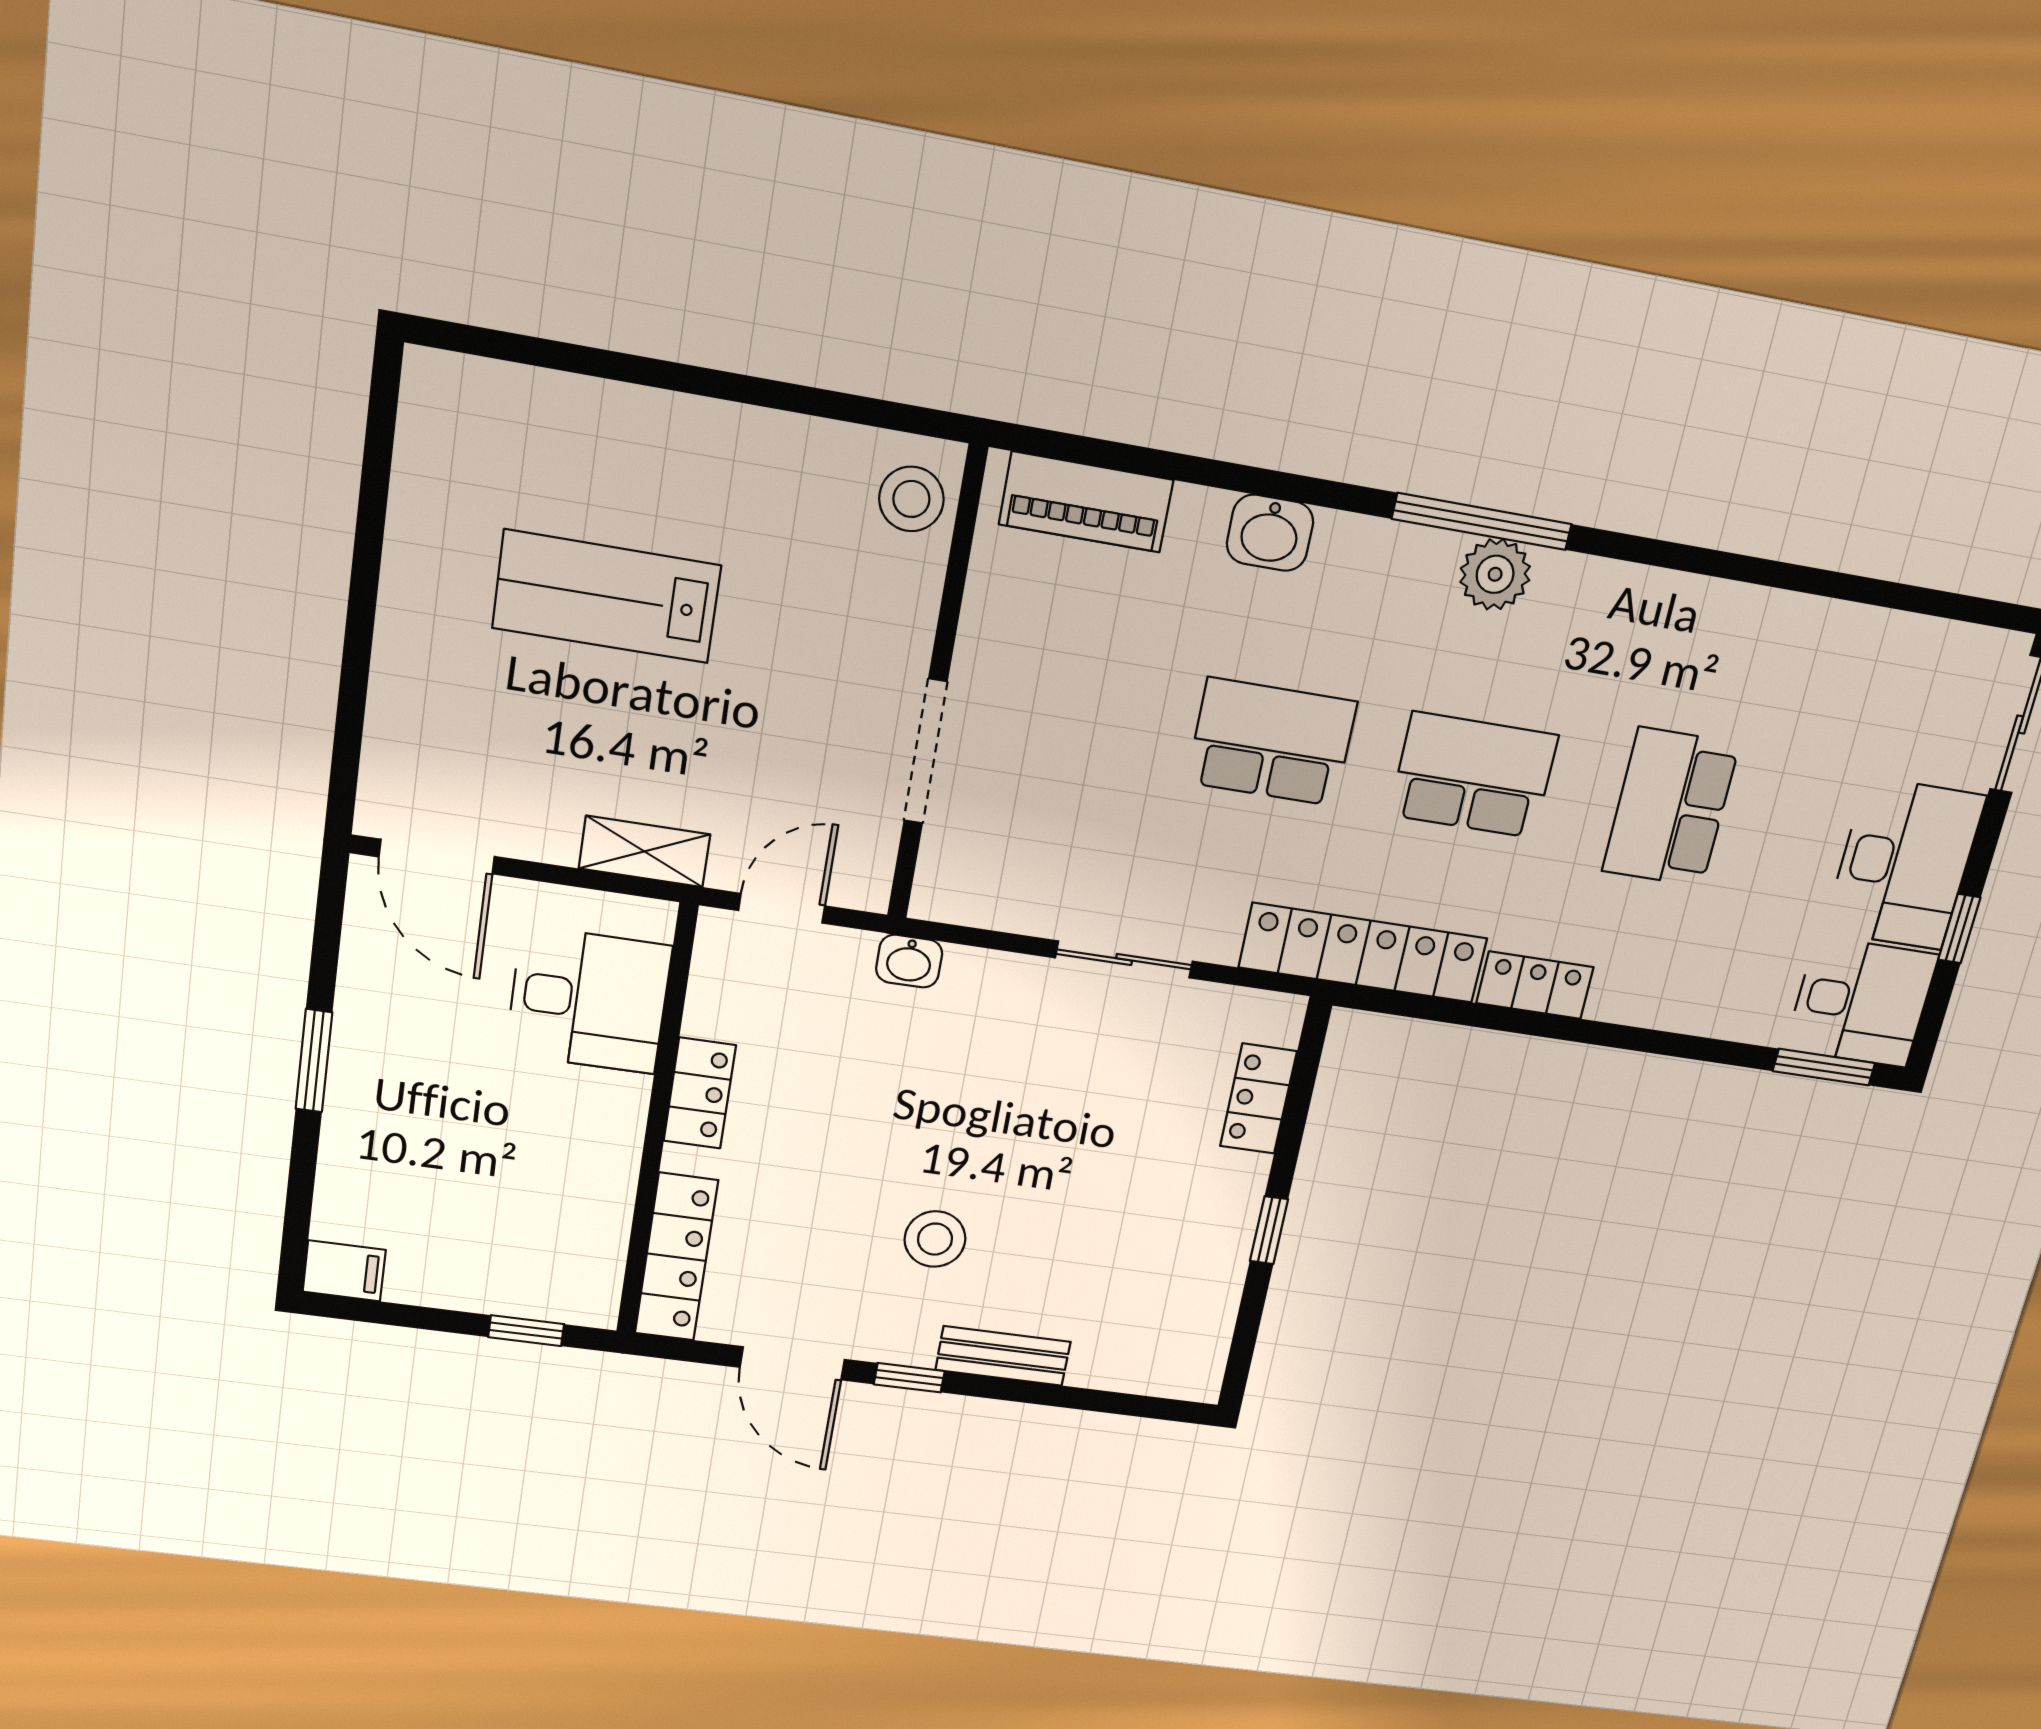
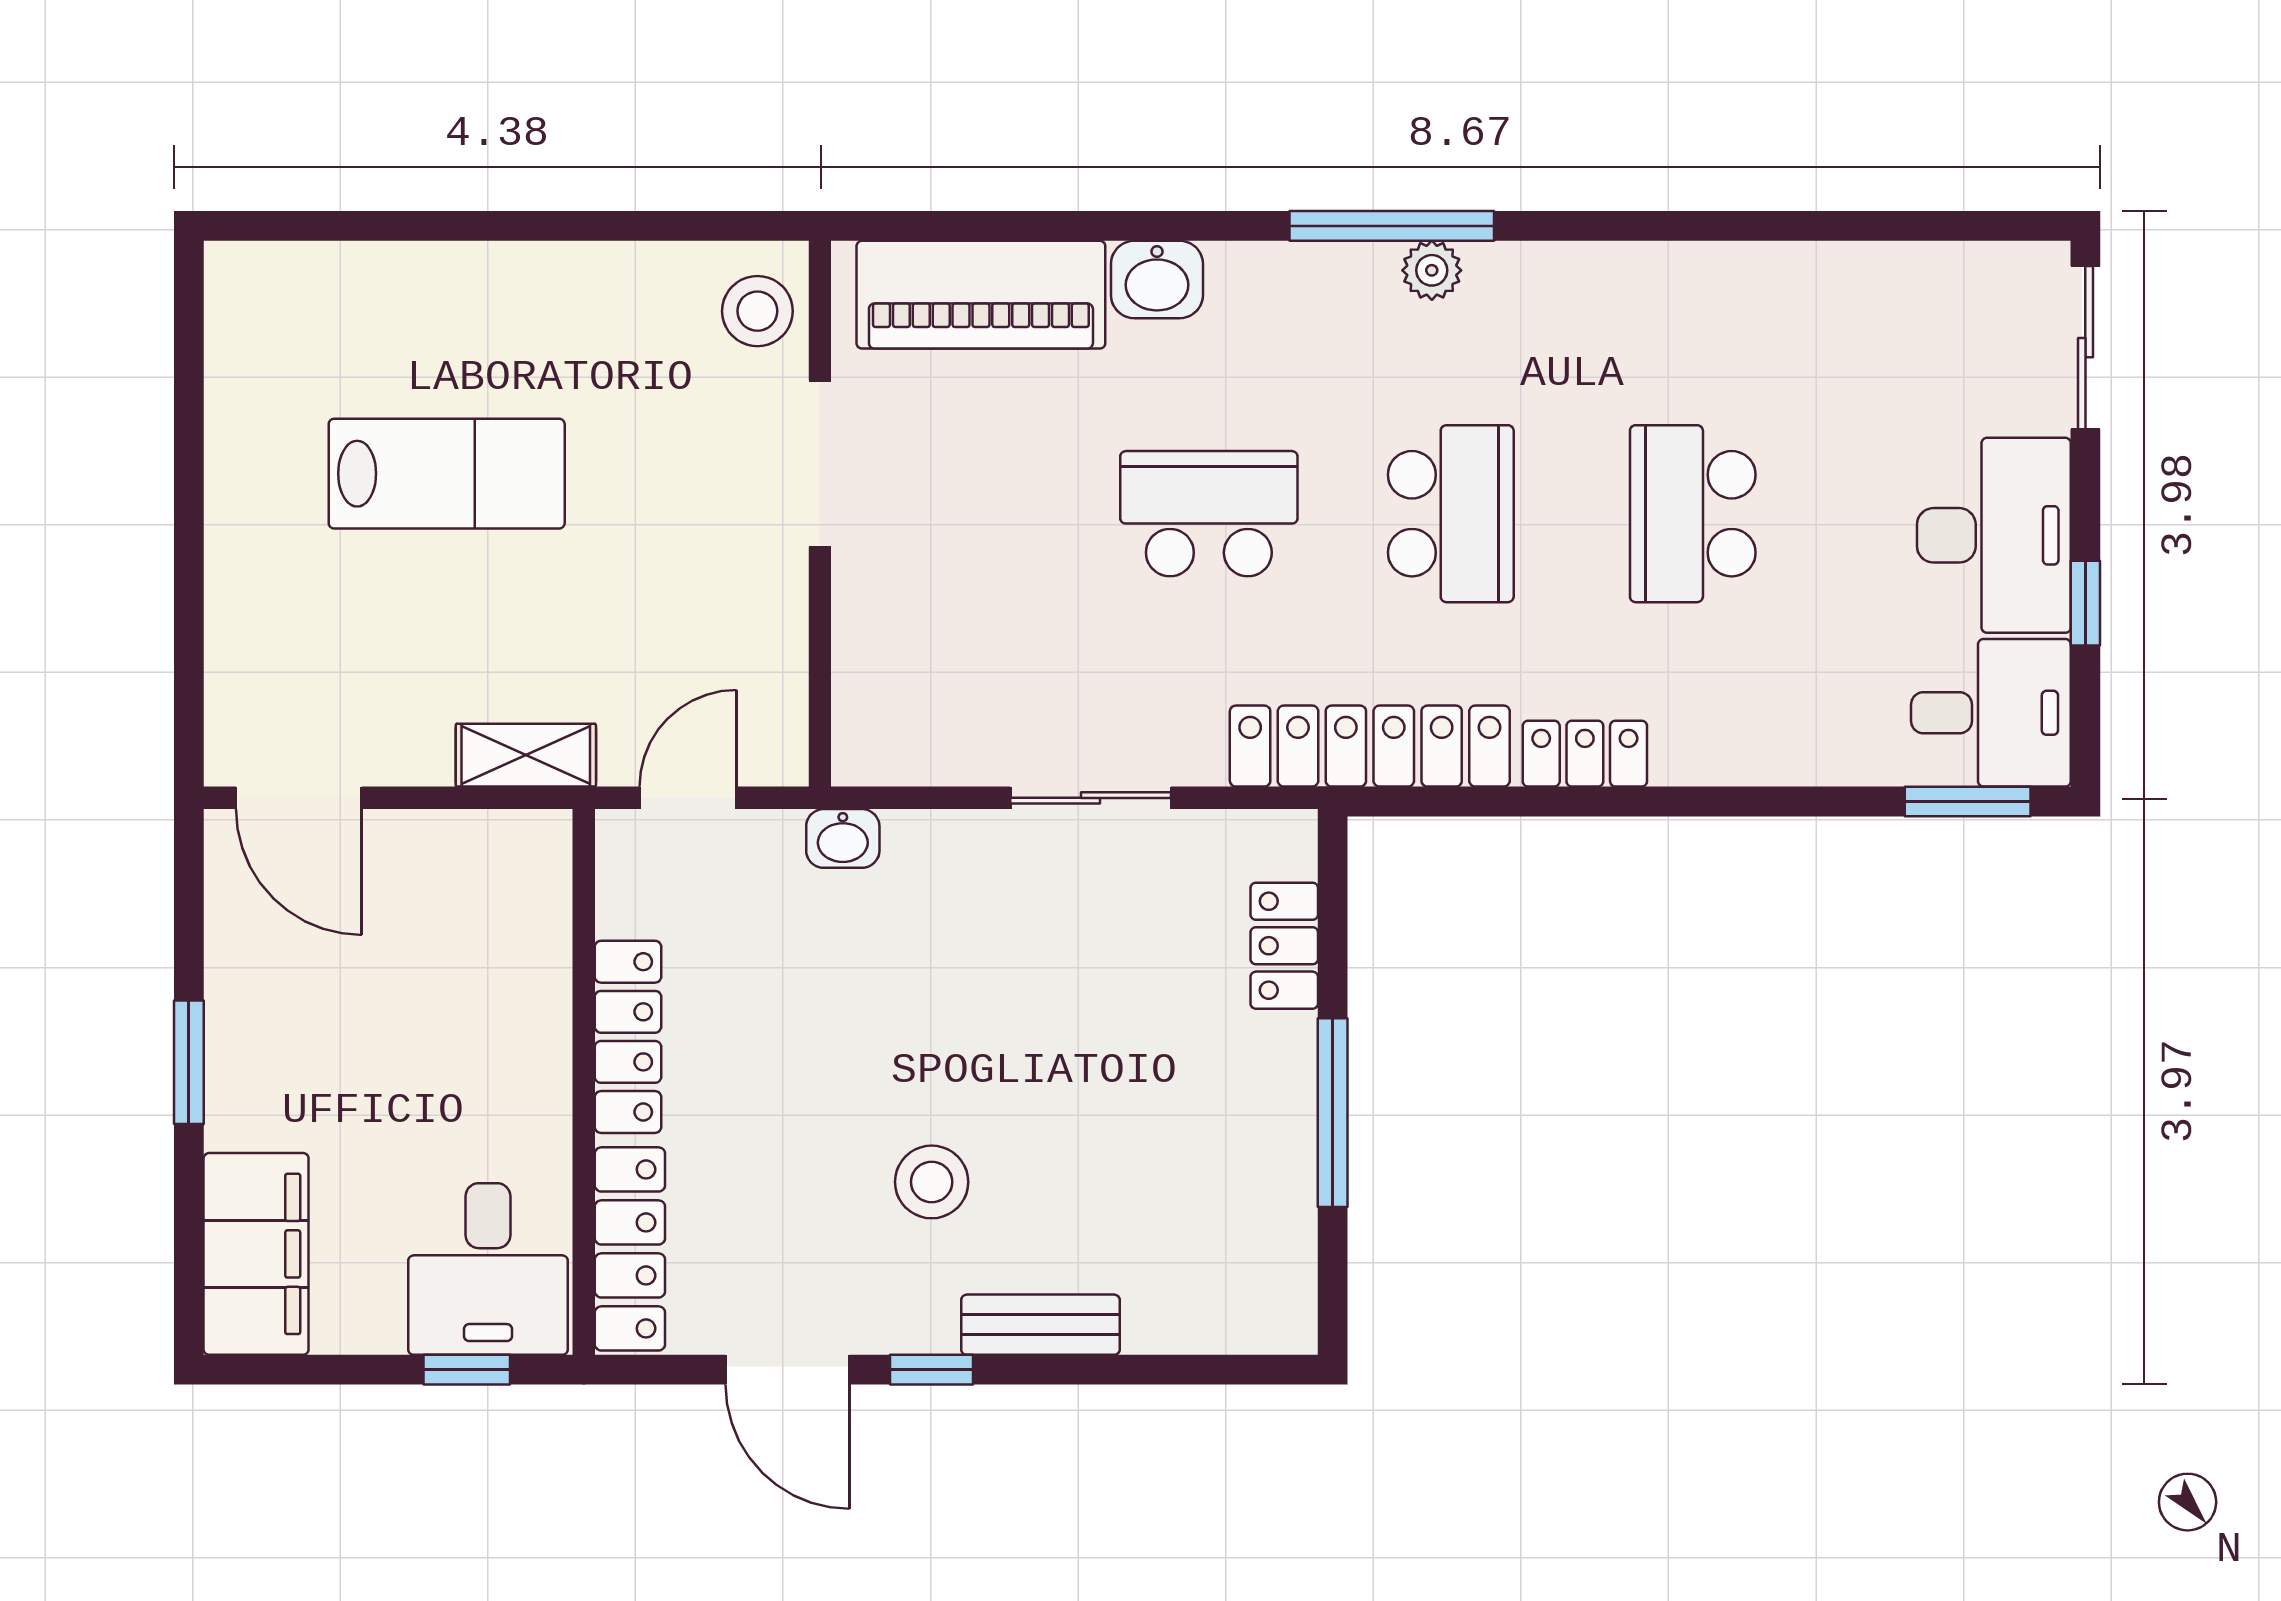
piano: (1086, 502) -> (981, 295), width x1.37, depth x1.33
plant: (1495, 574) -> (1432, 270), width x0.73, depth x0.73
lab bench: (607, 597) -> (447, 474), turned 180
doorway: (925, 751) -> (820, 464), moved
school desk: (1474, 775) -> (1451, 514), turned 90
desk: (589, 1000) -> (488, 1269), moved, turned 90
locker: (700, 1093) -> (628, 1037), width x1.53
window: (1269, 1230) -> (1333, 1113), width x2.17
filing cabinet: (344, 1271) -> (256, 1254), width x3.00, depth x1.17

